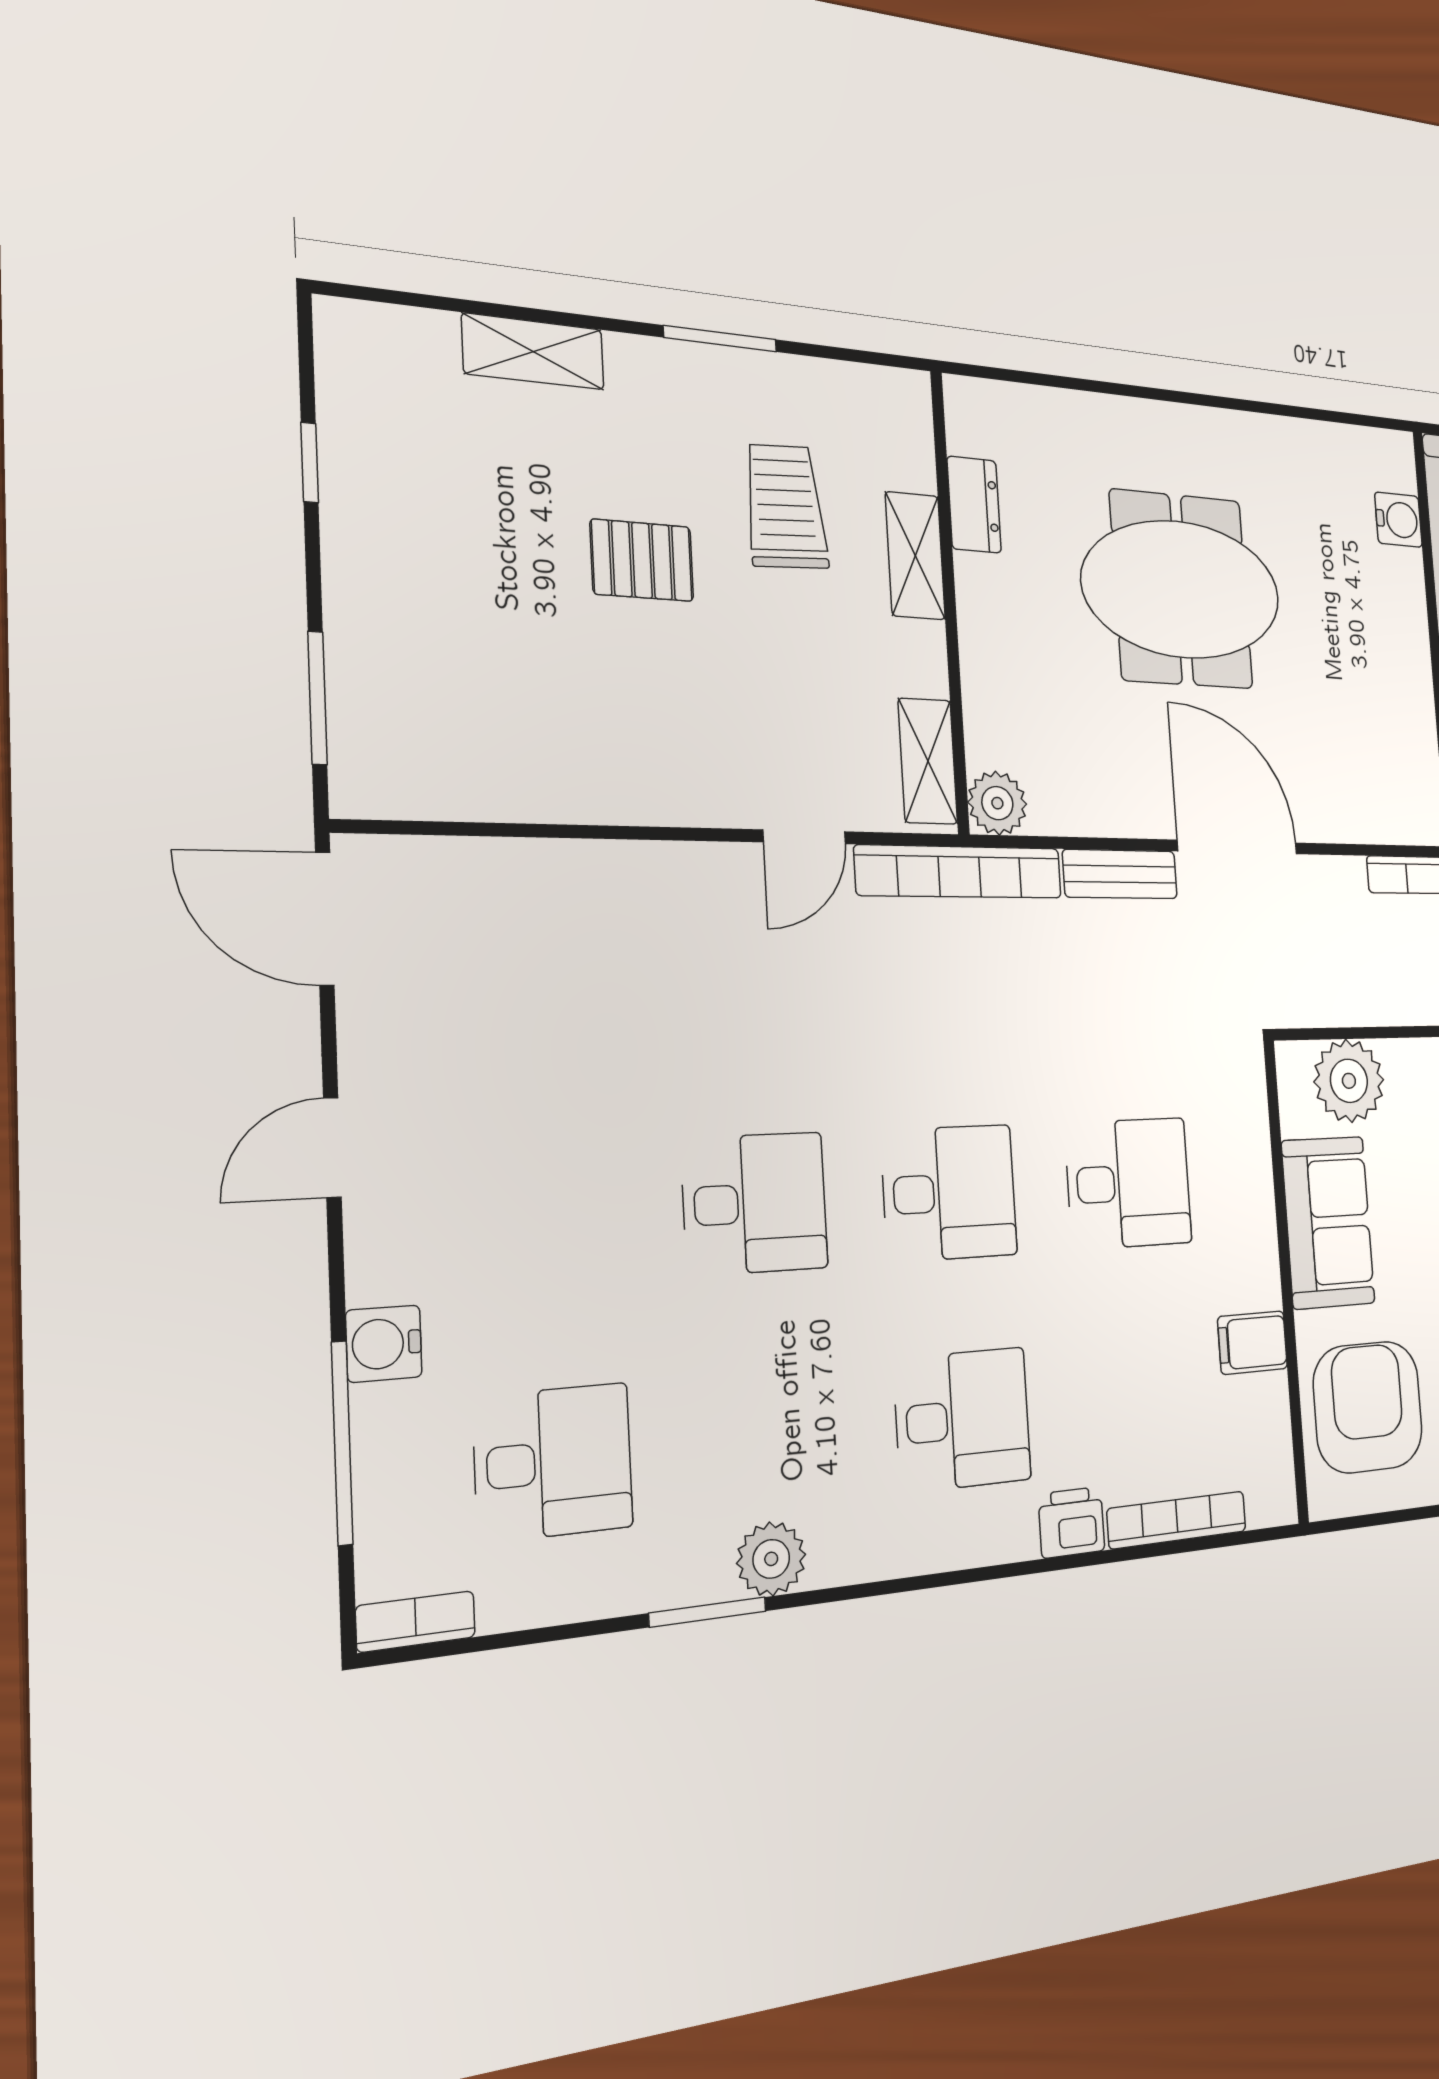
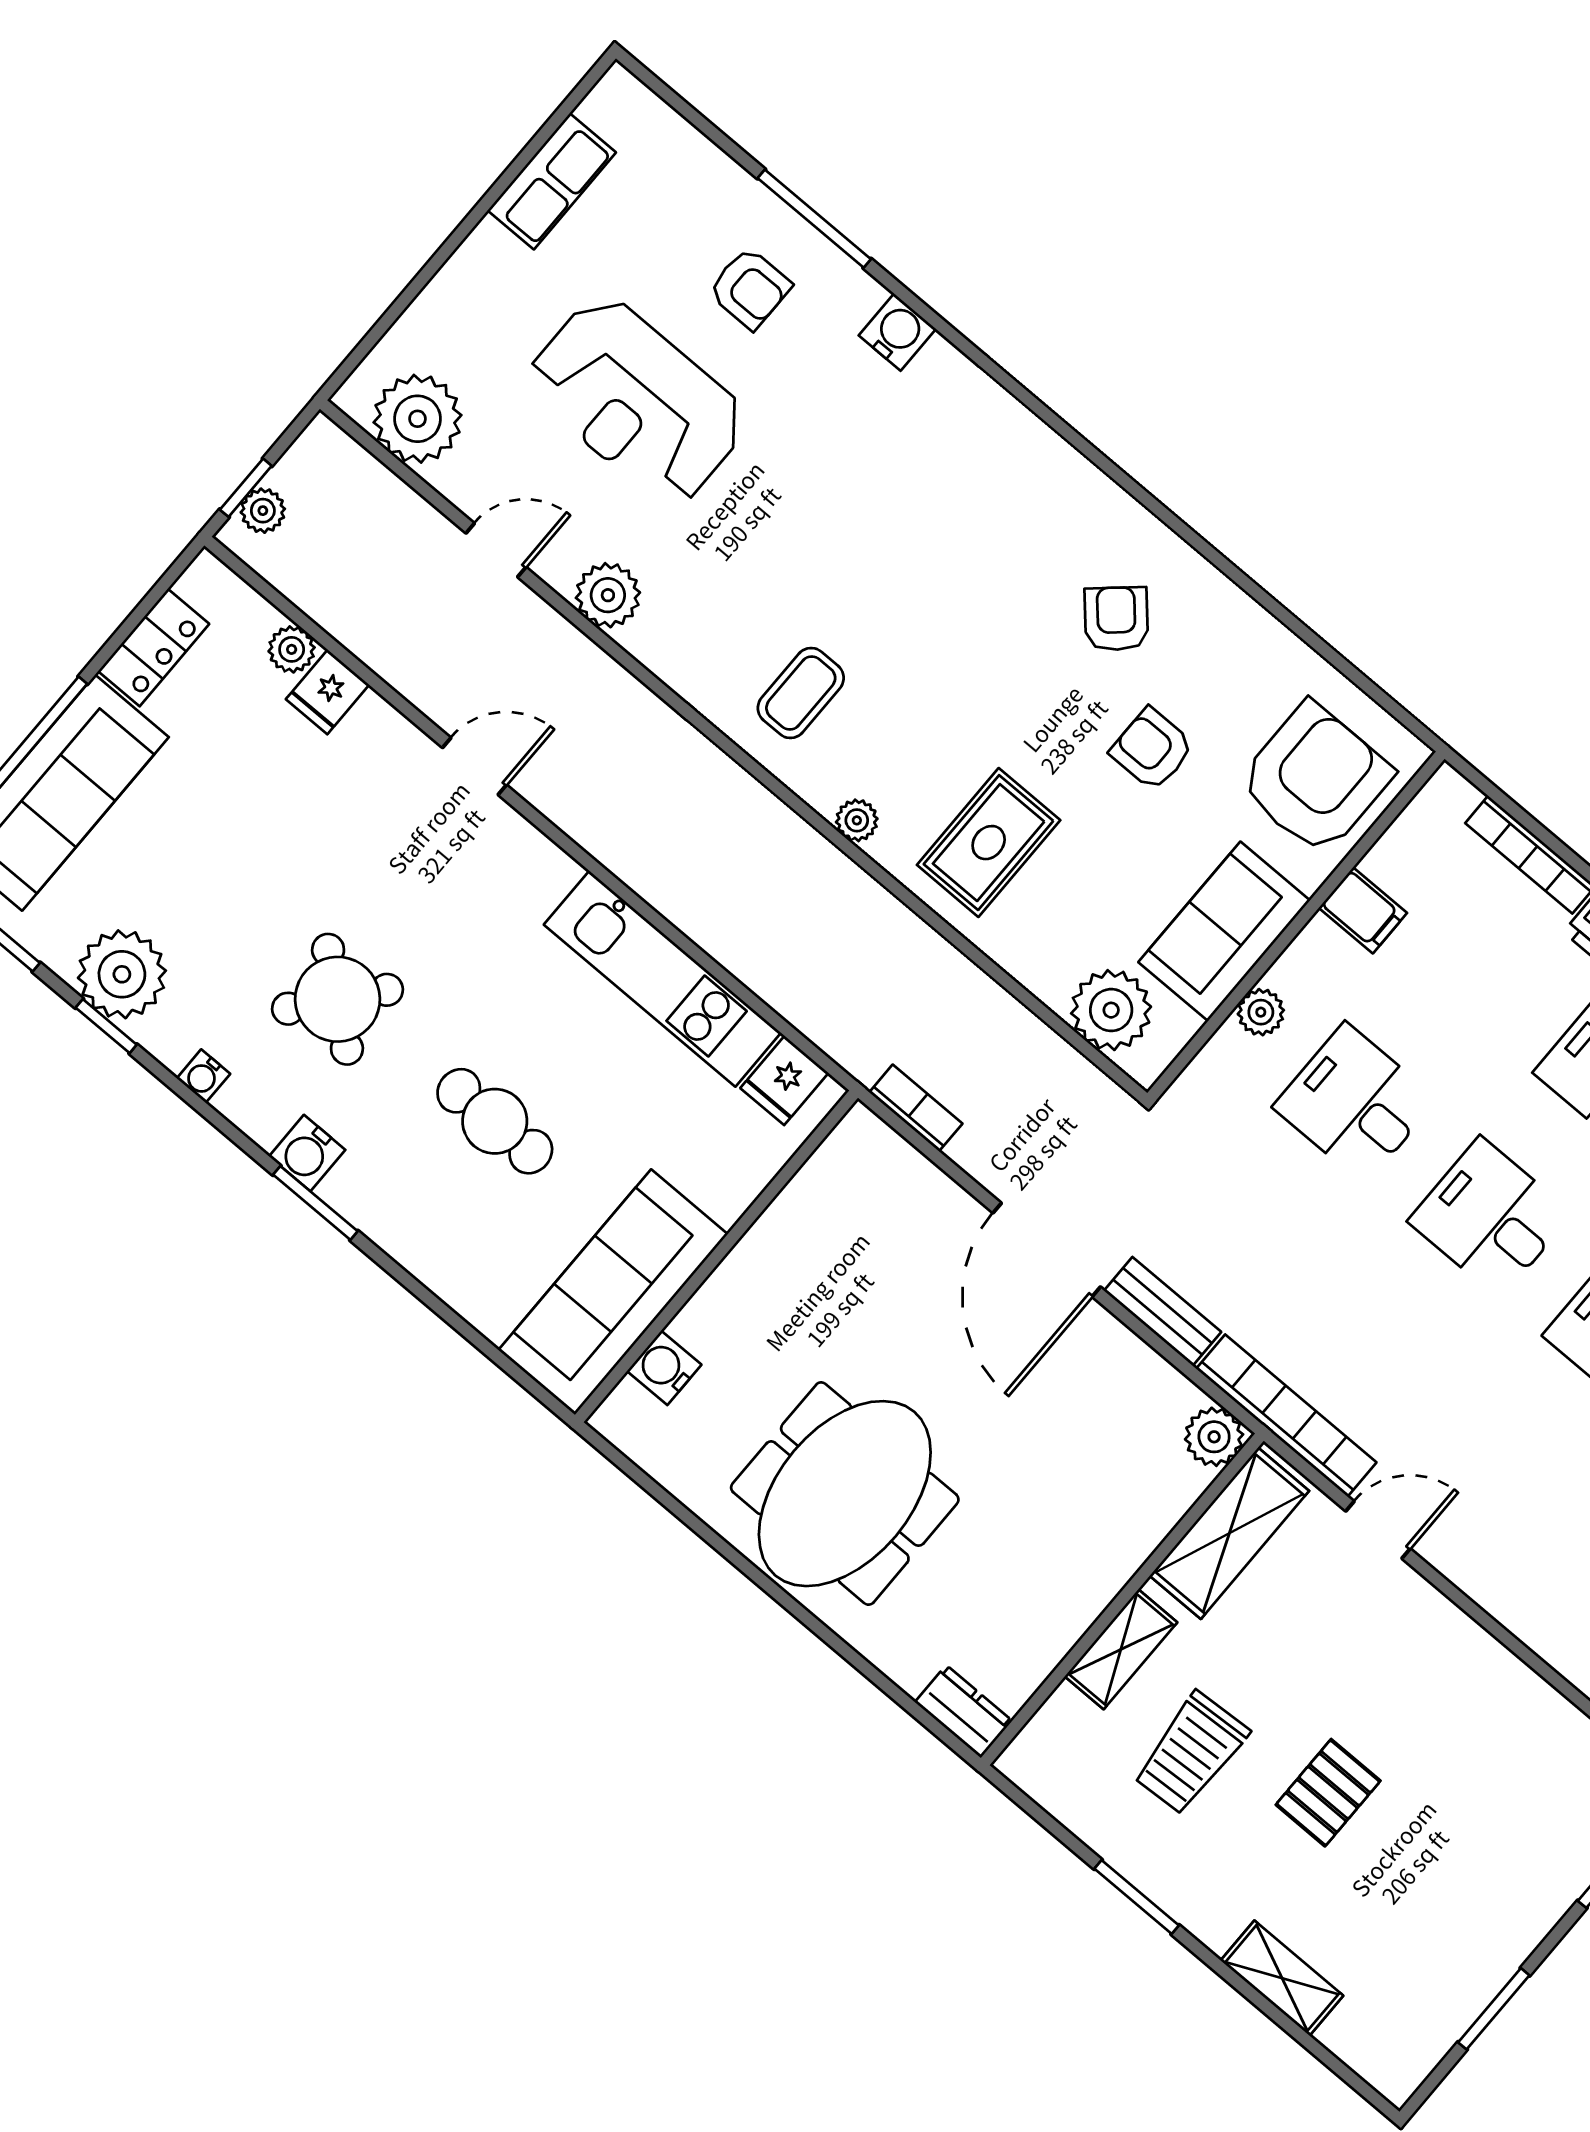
window: (310, 463) -> (1494, 2009), width x1.50
dresser: (974, 505) -> (963, 1711), moved, turned 90
pallet: (642, 560) -> (1328, 1793), turned 90
meeting table: (1181, 589) -> (845, 1494), moved, turned 90
shelving: (928, 761) -> (1229, 1533), width x1.50, depth x1.33
plant: (1253, 1186) -> (1261, 1012), added
armchair: (1368, 1407) -> (1315, 779), turned 180

